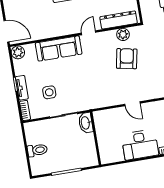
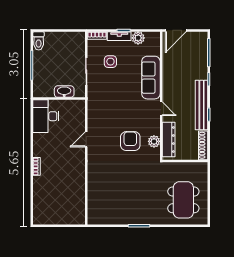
plant: (18, 52) -> (138, 38), moved
armchair: (127, 59) -> (130, 141), turned -101
washbasin: (86, 123) -> (64, 92), moved
desk: (140, 145) -> (46, 116), moved
toilet: (37, 150) -> (39, 41), moved

